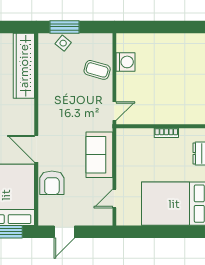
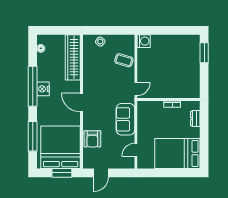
window: (64, 27) -> (101, 30), removed
washing machine: (126, 62) -> (144, 41), moved
door: (36, 149) -> (81, 103), moved

